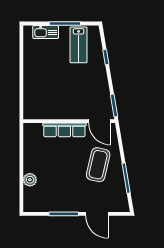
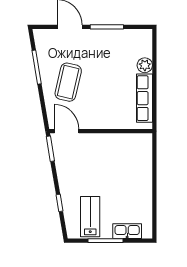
row of seats: (64, 130) -> (144, 98), moved, turned -90

